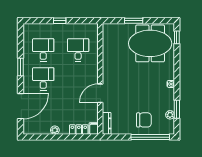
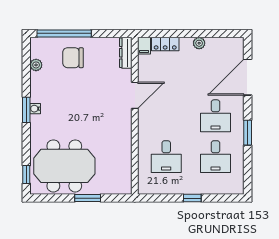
window: (177, 109) -> (26, 110), moved

